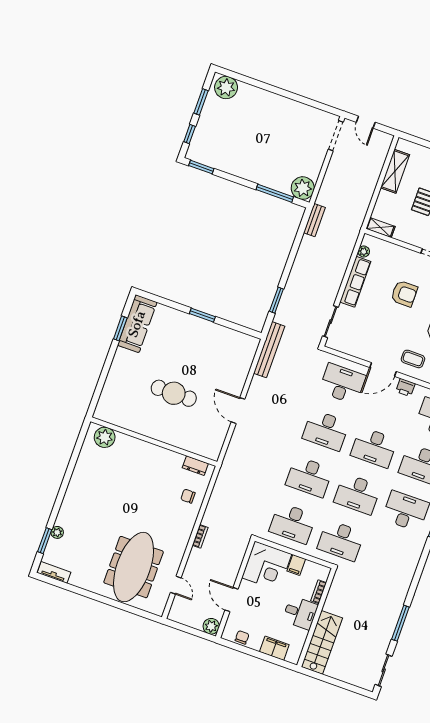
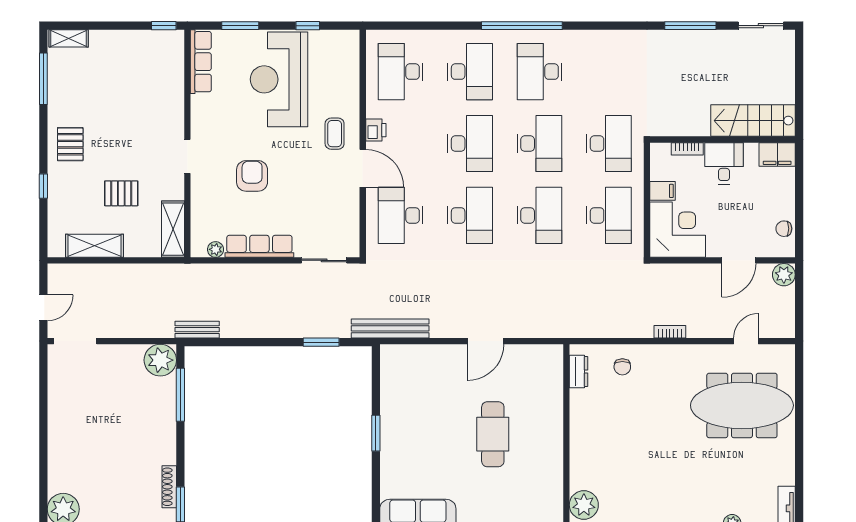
shoe rack: (216, 164) -> (169, 487), added
shelving: (380, 228) -> (173, 229), width x1.50, depth x1.33
filing cabinet: (274, 648) -> (777, 154), moved, turned -90

